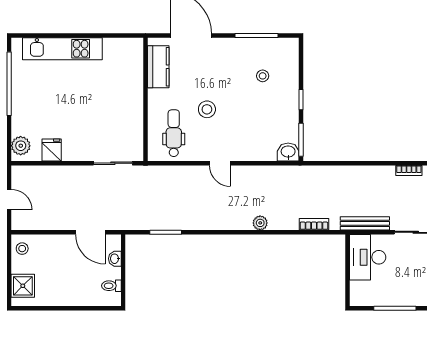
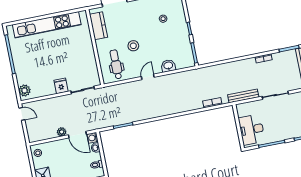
kitchen unit: (62, 49) -> (47, 25), width x1.36
fridge: (52, 150) -> (61, 86), moved
washbasin: (288, 152) -> (168, 66), moved
door: (220, 163) -> (148, 77), swing flipped
door: (9, 200) -> (22, 114), moved
plant: (260, 223) -> (62, 132), moved
washing machine: (113, 242) -> (93, 138), added
desk: (368, 257) -> (252, 130), moved

